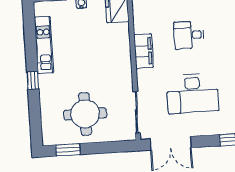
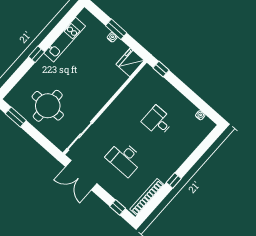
filing cabinet: (144, 51) -> (121, 103), removed
desk: (193, 93) -> (125, 158), width x0.73, depth x0.77

